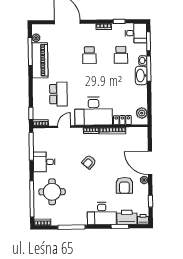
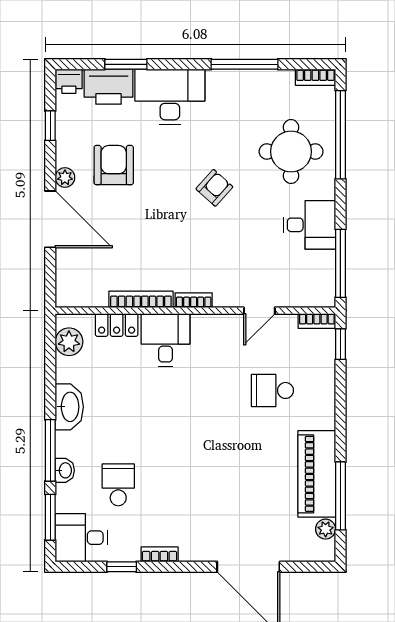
school desk: (89, 55) -> (195, 485), removed
washbasin: (141, 76) -> (69, 407), moved
school desk: (58, 94) -> (272, 390), width x0.54
desk: (94, 111) -> (165, 340), width x0.53, depth x0.77
armchair: (89, 162) -> (214, 188), moved

